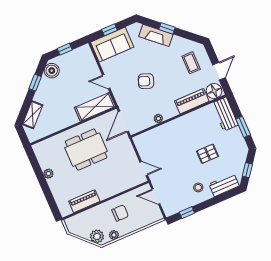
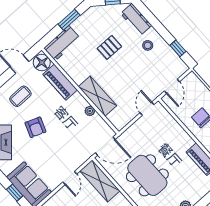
armchair: (146, 81) -> (35, 127), moved
shelving: (169, 129) -> (98, 96), added
pallet: (208, 154) -> (109, 47), turned 90

